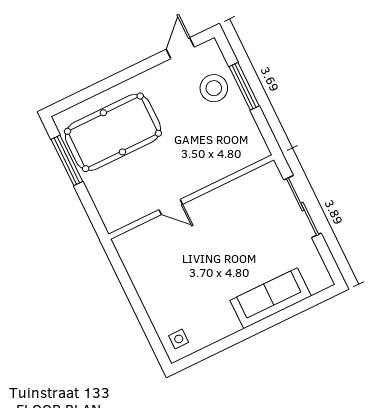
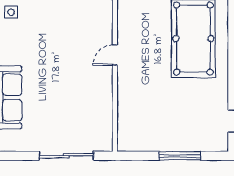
stool: (214, 88) -> (190, 132), removed

